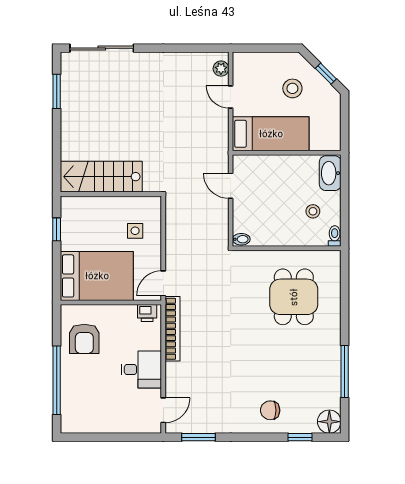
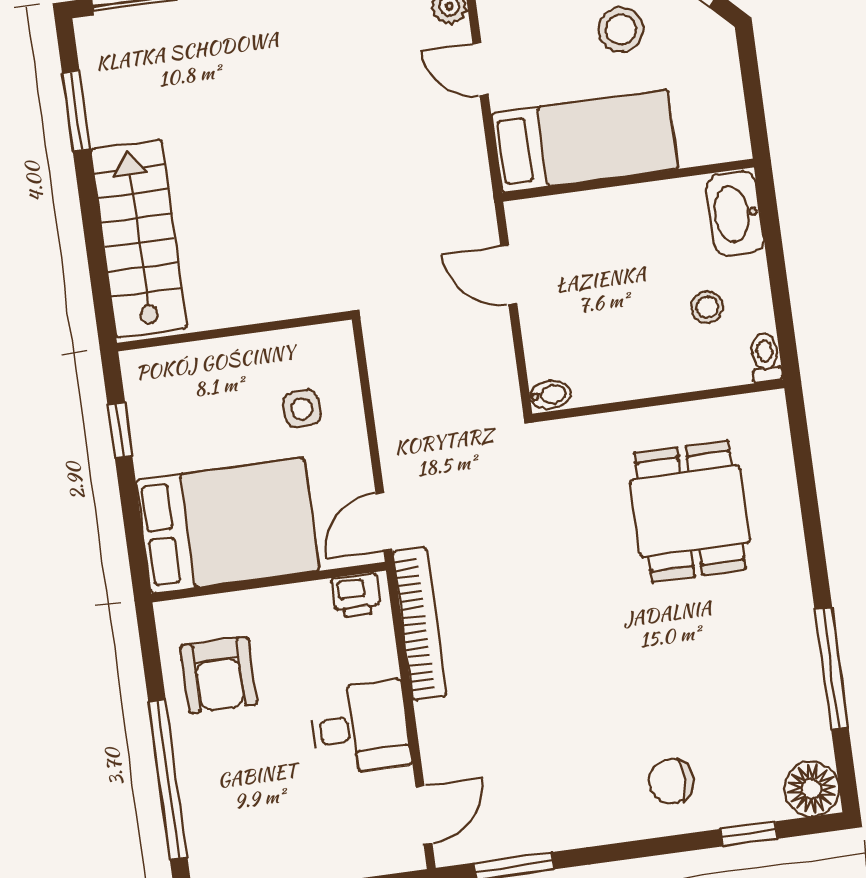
stairs: (101, 177) -> (139, 239), moved, turned 90

